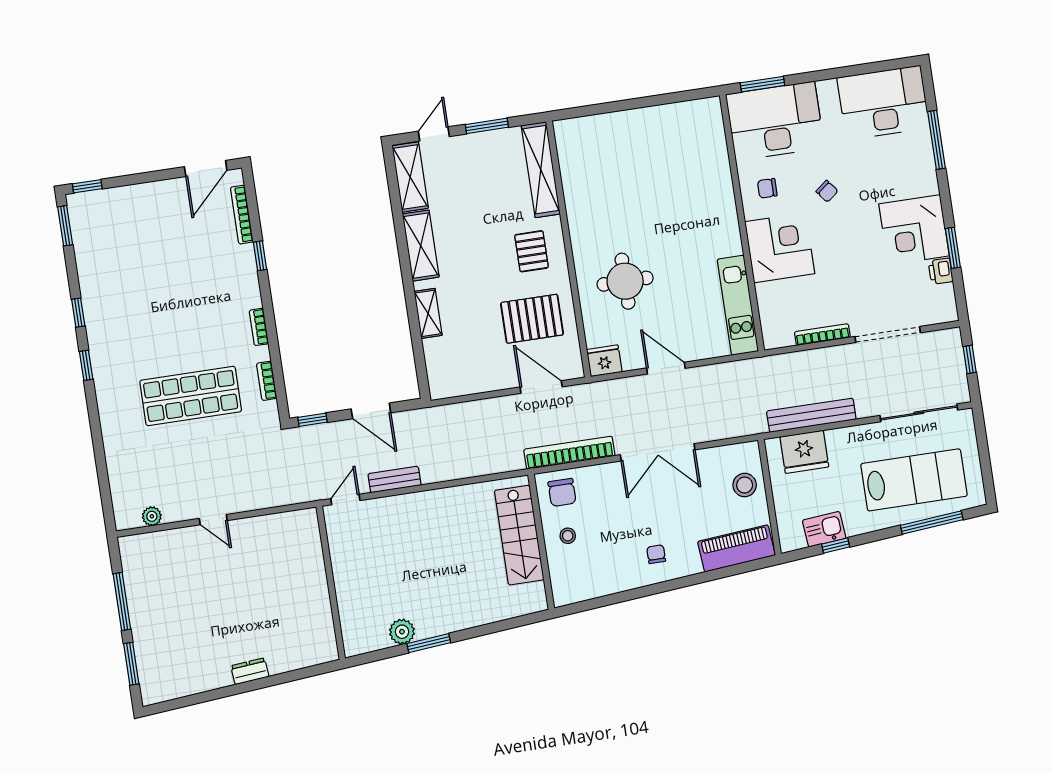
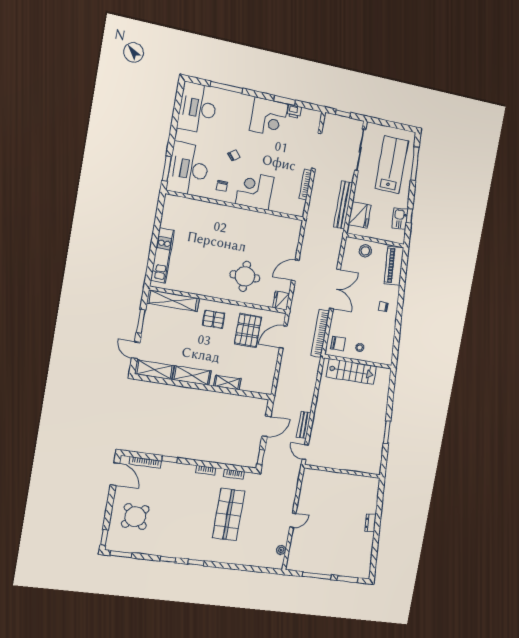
round table: (140, 229) -> (135, 517), added
kitchen unit: (738, 305) -> (162, 256), moved, turned -90
plant: (402, 632) -> (377, 444), removed

